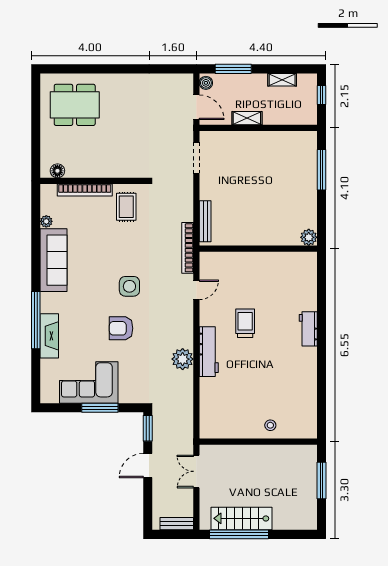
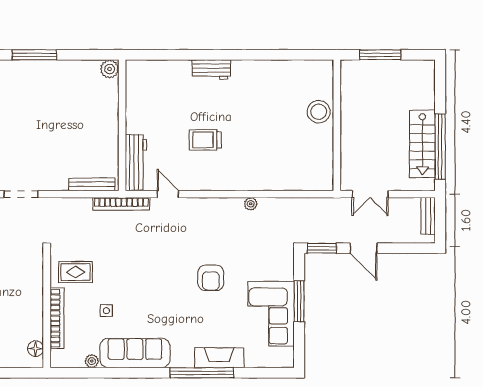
side table: (129, 286) -> (106, 311), moved, width x0.54, depth x0.54
workbench: (209, 352) -> (136, 162), moved, turned 90
plant: (183, 359) -> (251, 204), width x0.53, depth x0.53
stool: (270, 425) -> (319, 112), width x1.89, depth x1.89

